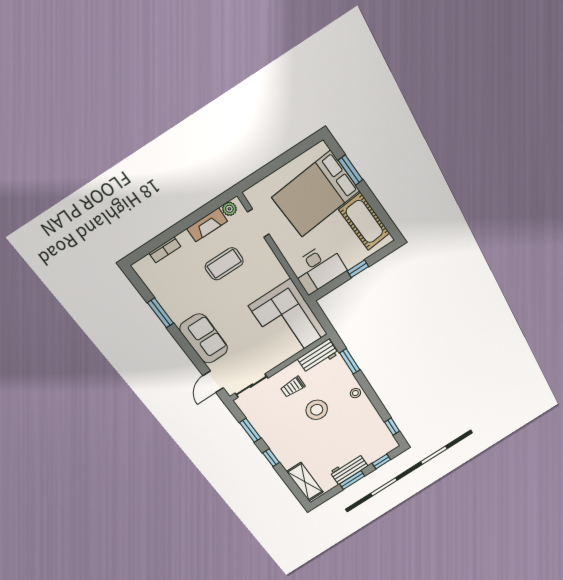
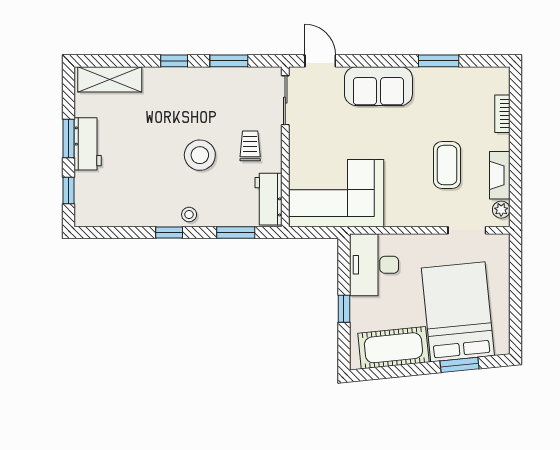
window: (392, 427) -> (169, 233), moved

